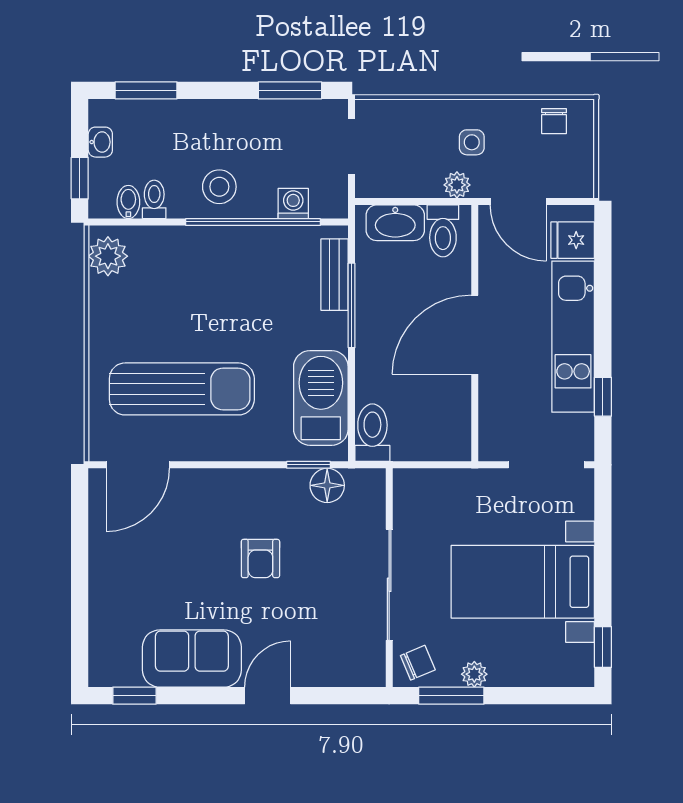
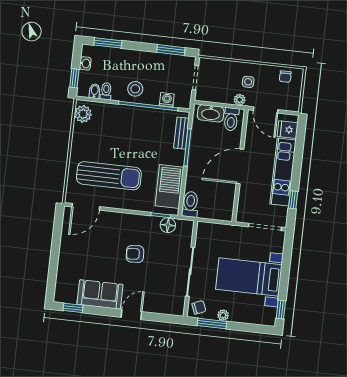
armchair: (260, 559) -> (135, 254), turned 86

